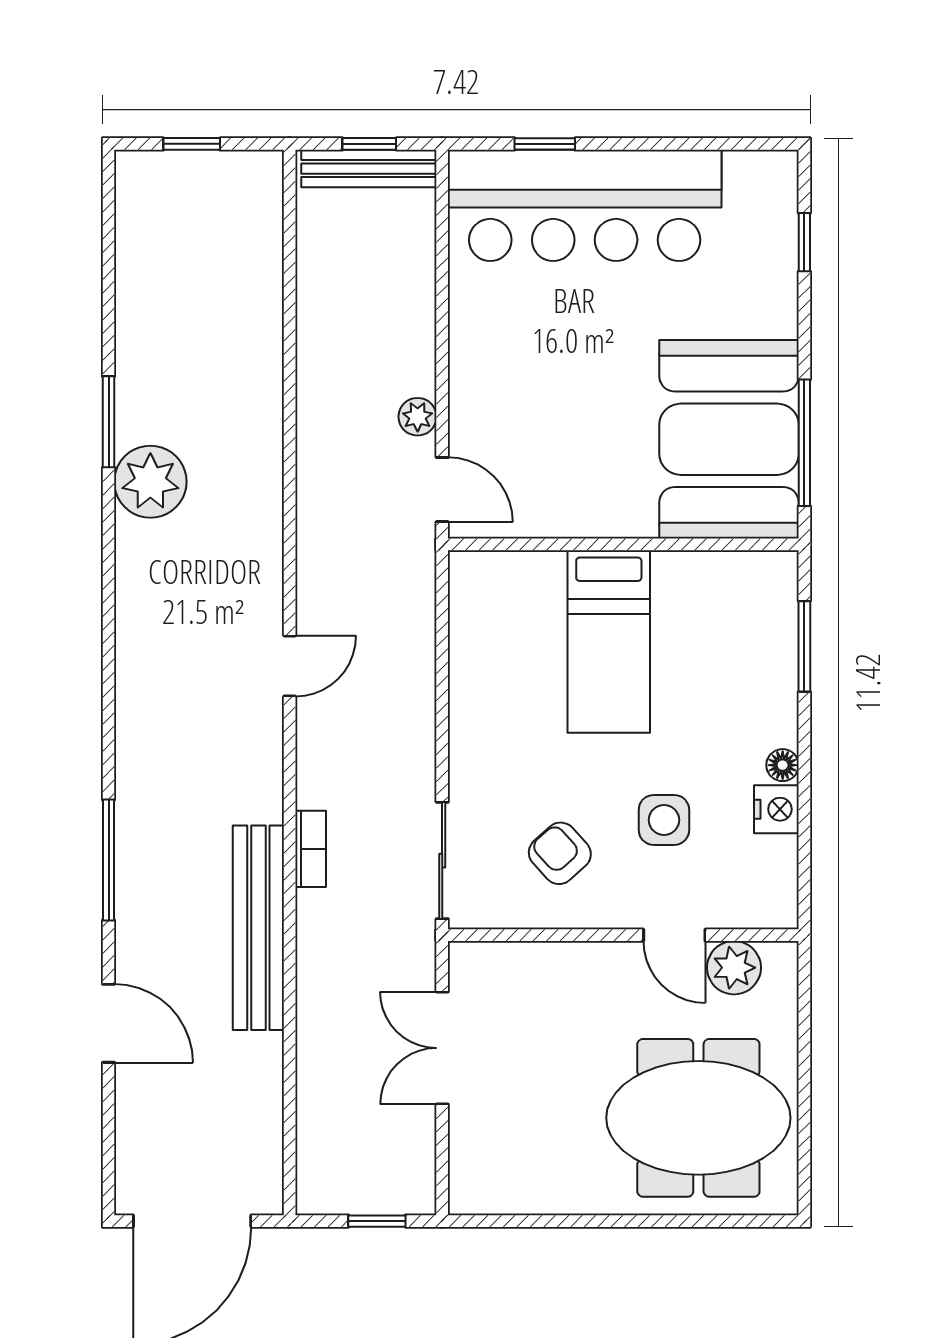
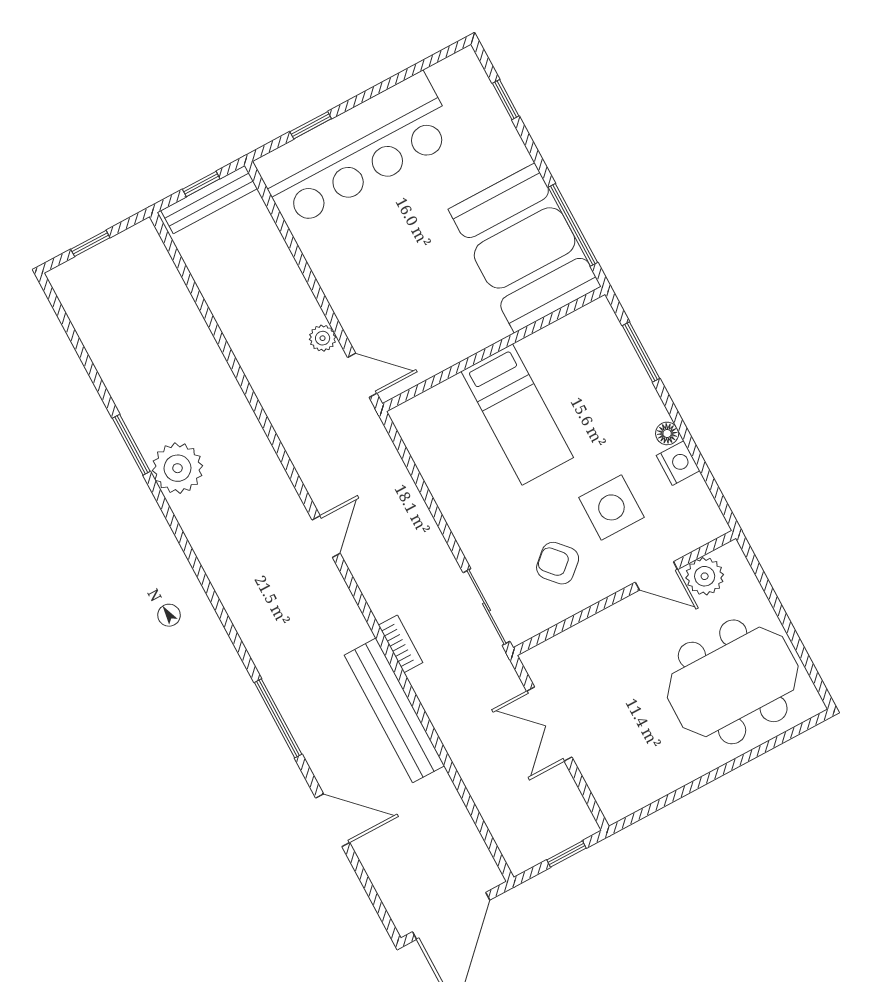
side table: (664, 820) -> (611, 507), width x1.37, depth x1.37

